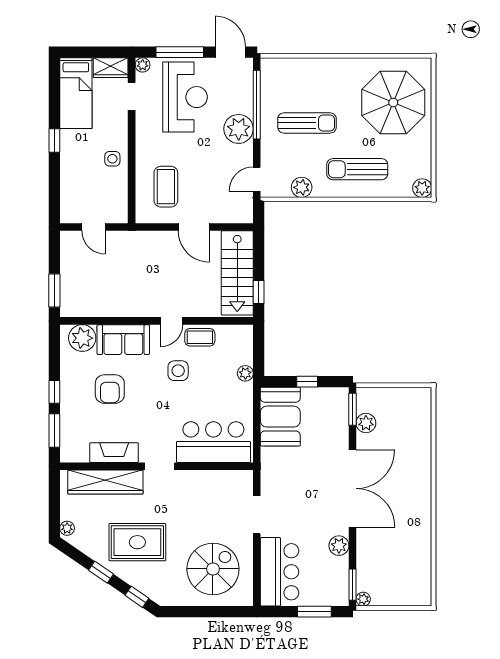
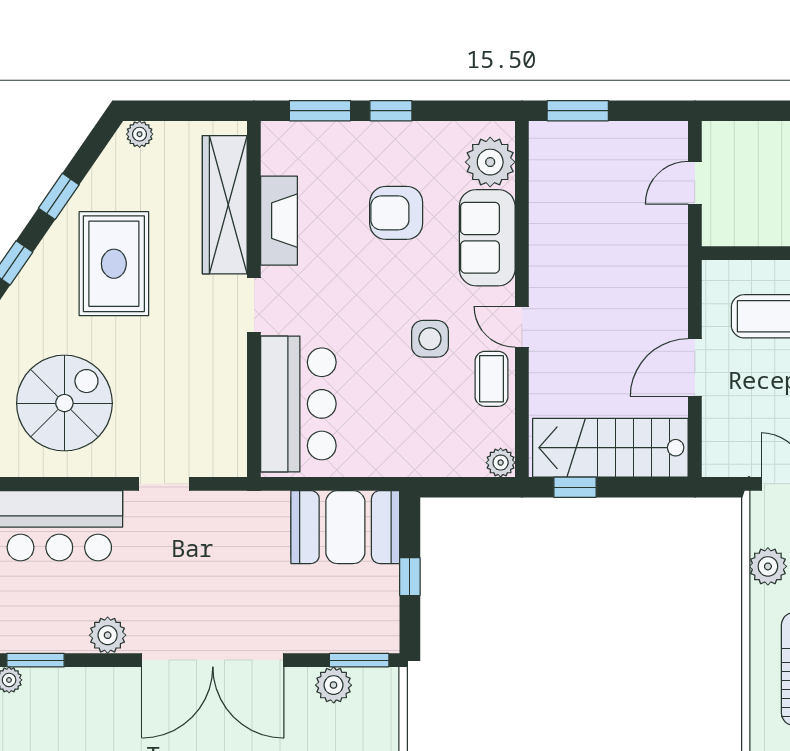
plant: (245, 373) -> (501, 463), moved
doorway: (257, 515) -> (164, 484), width x0.73
spiral stairs: (213, 569) -> (64, 403), turned -90

